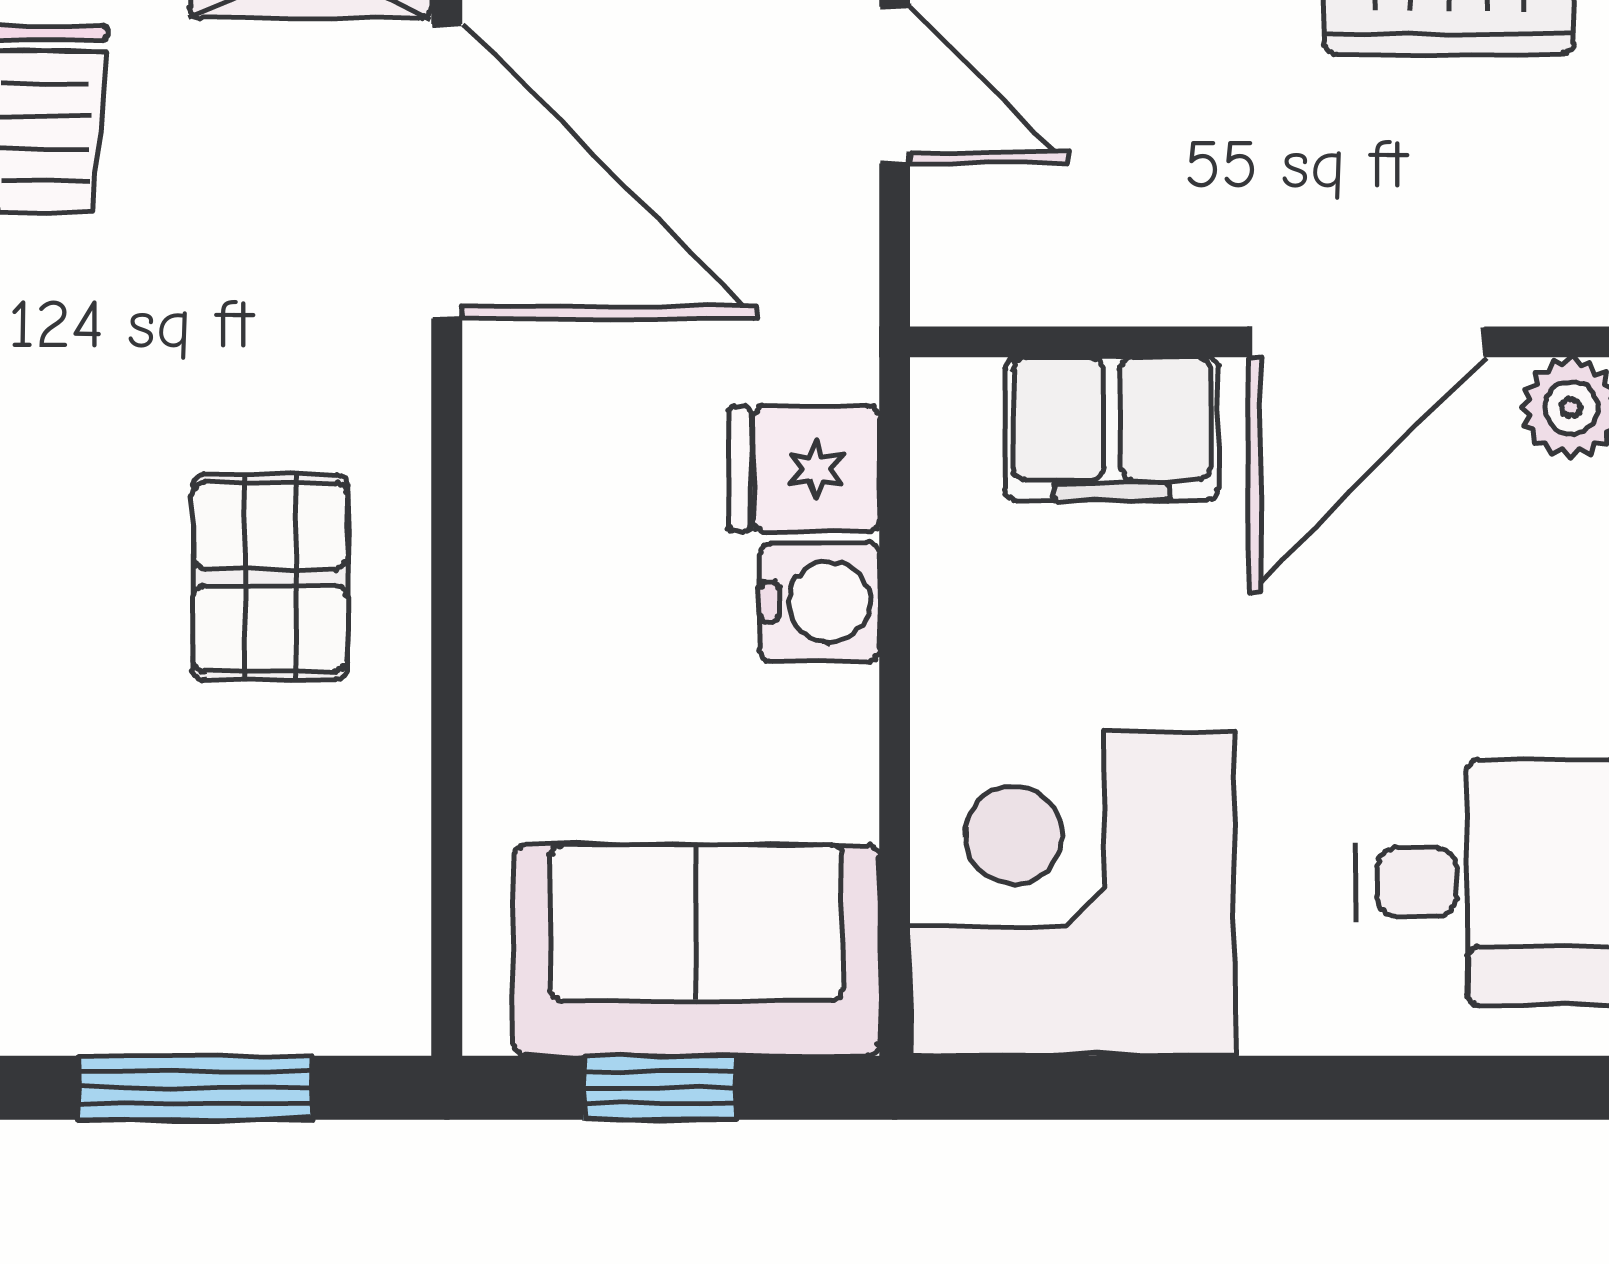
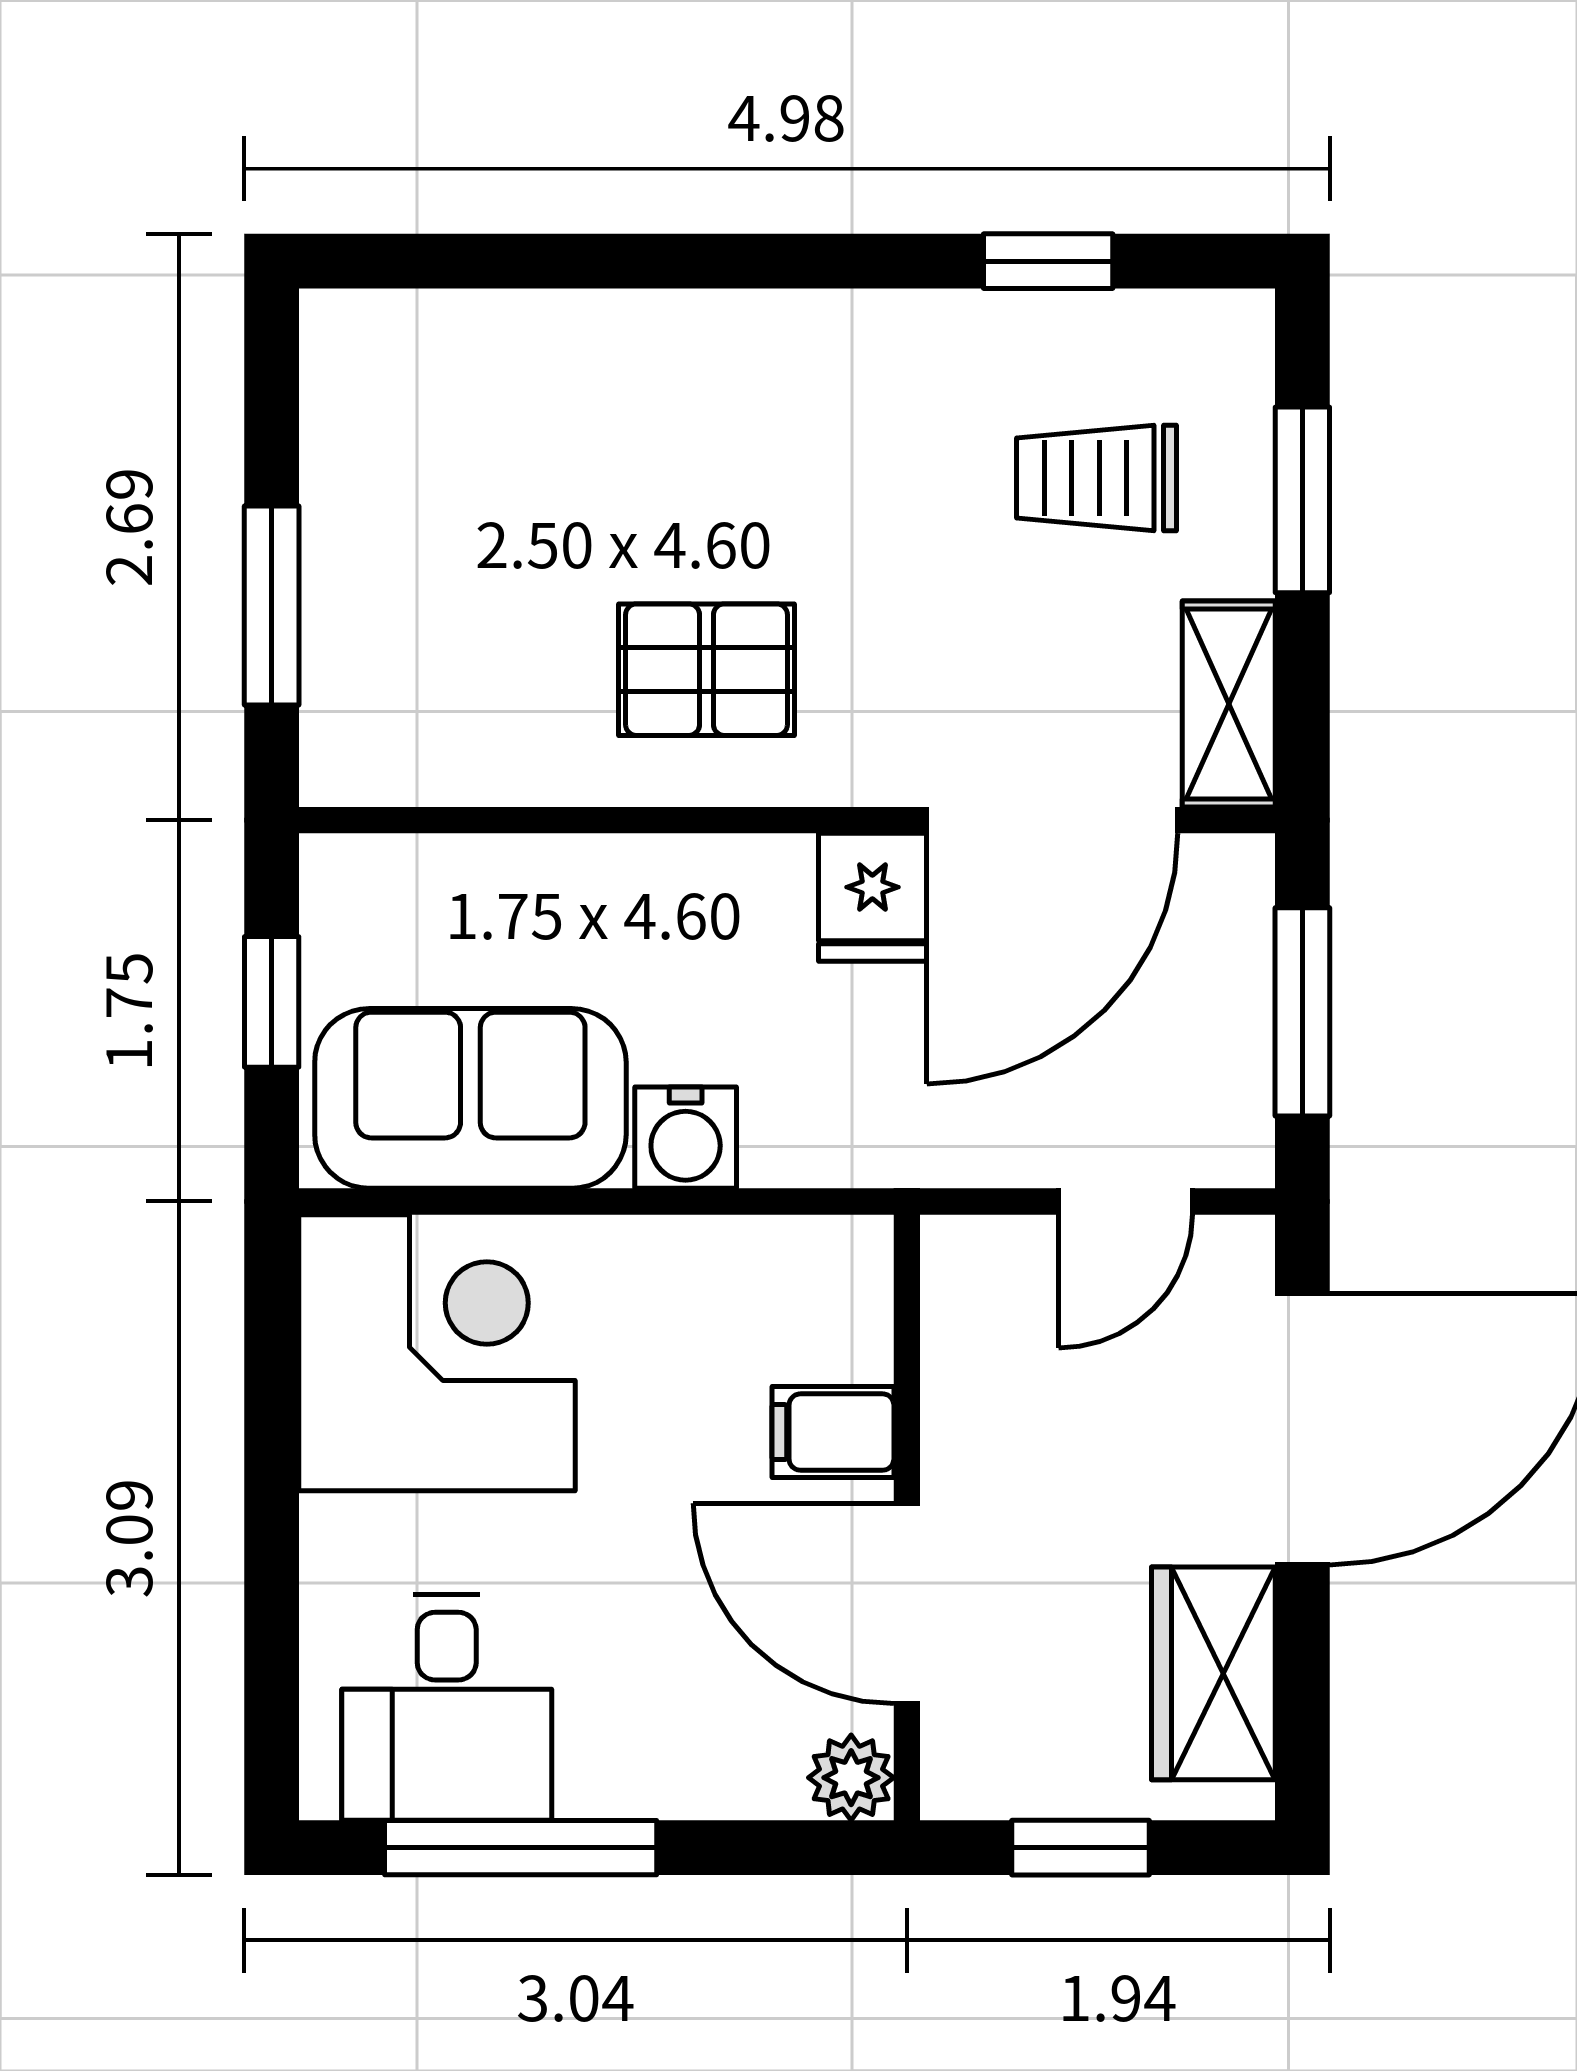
filing cabinet: (1112, 429) -> (833, 1432), width x0.50
fridge: (804, 469) -> (872, 897), moved, turned 180
sofa: (697, 950) -> (470, 1098), moved, turned -90

